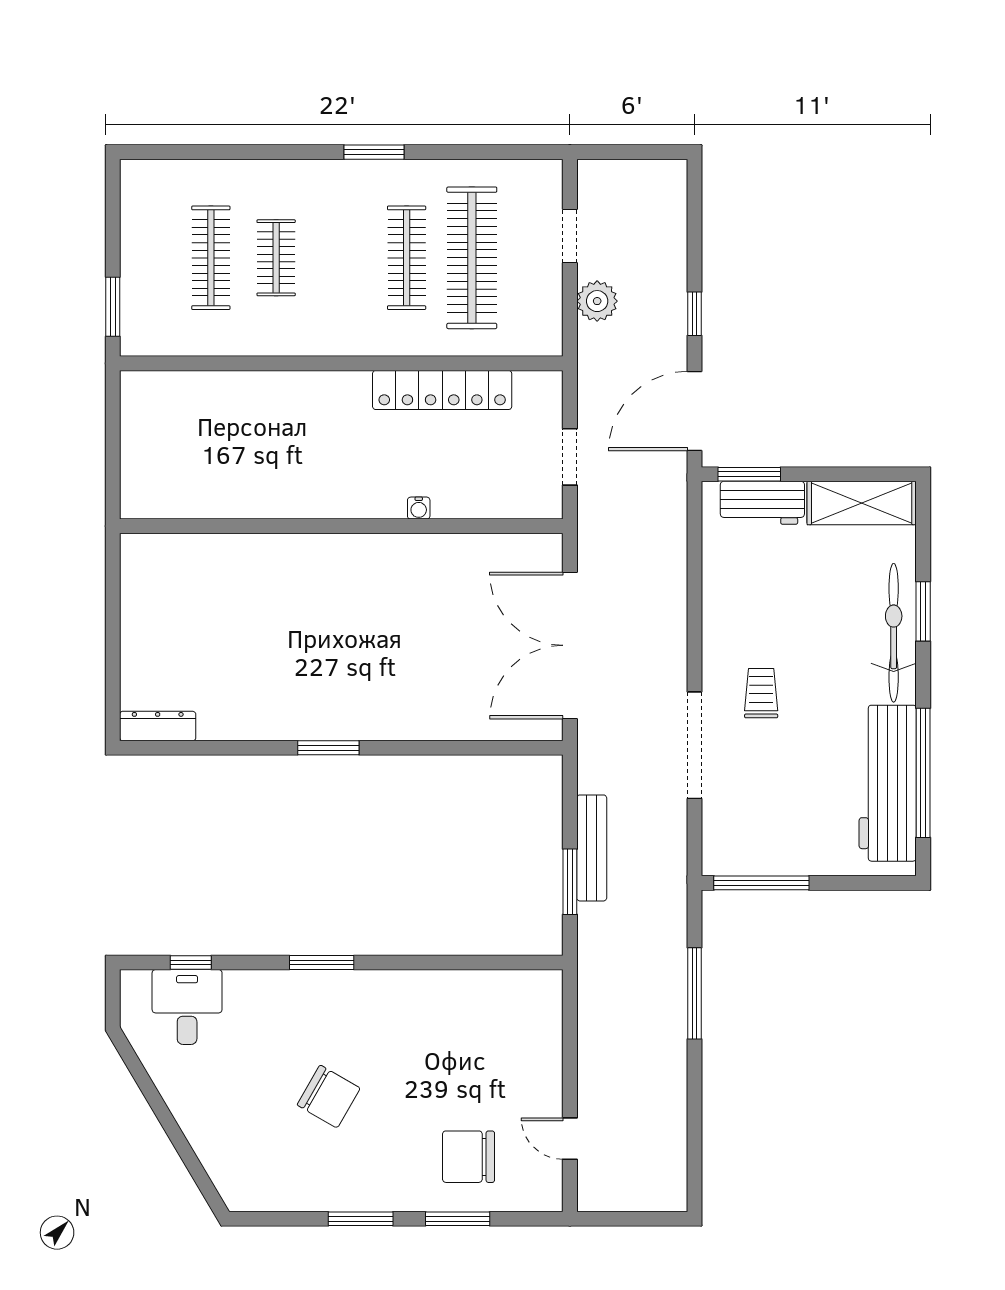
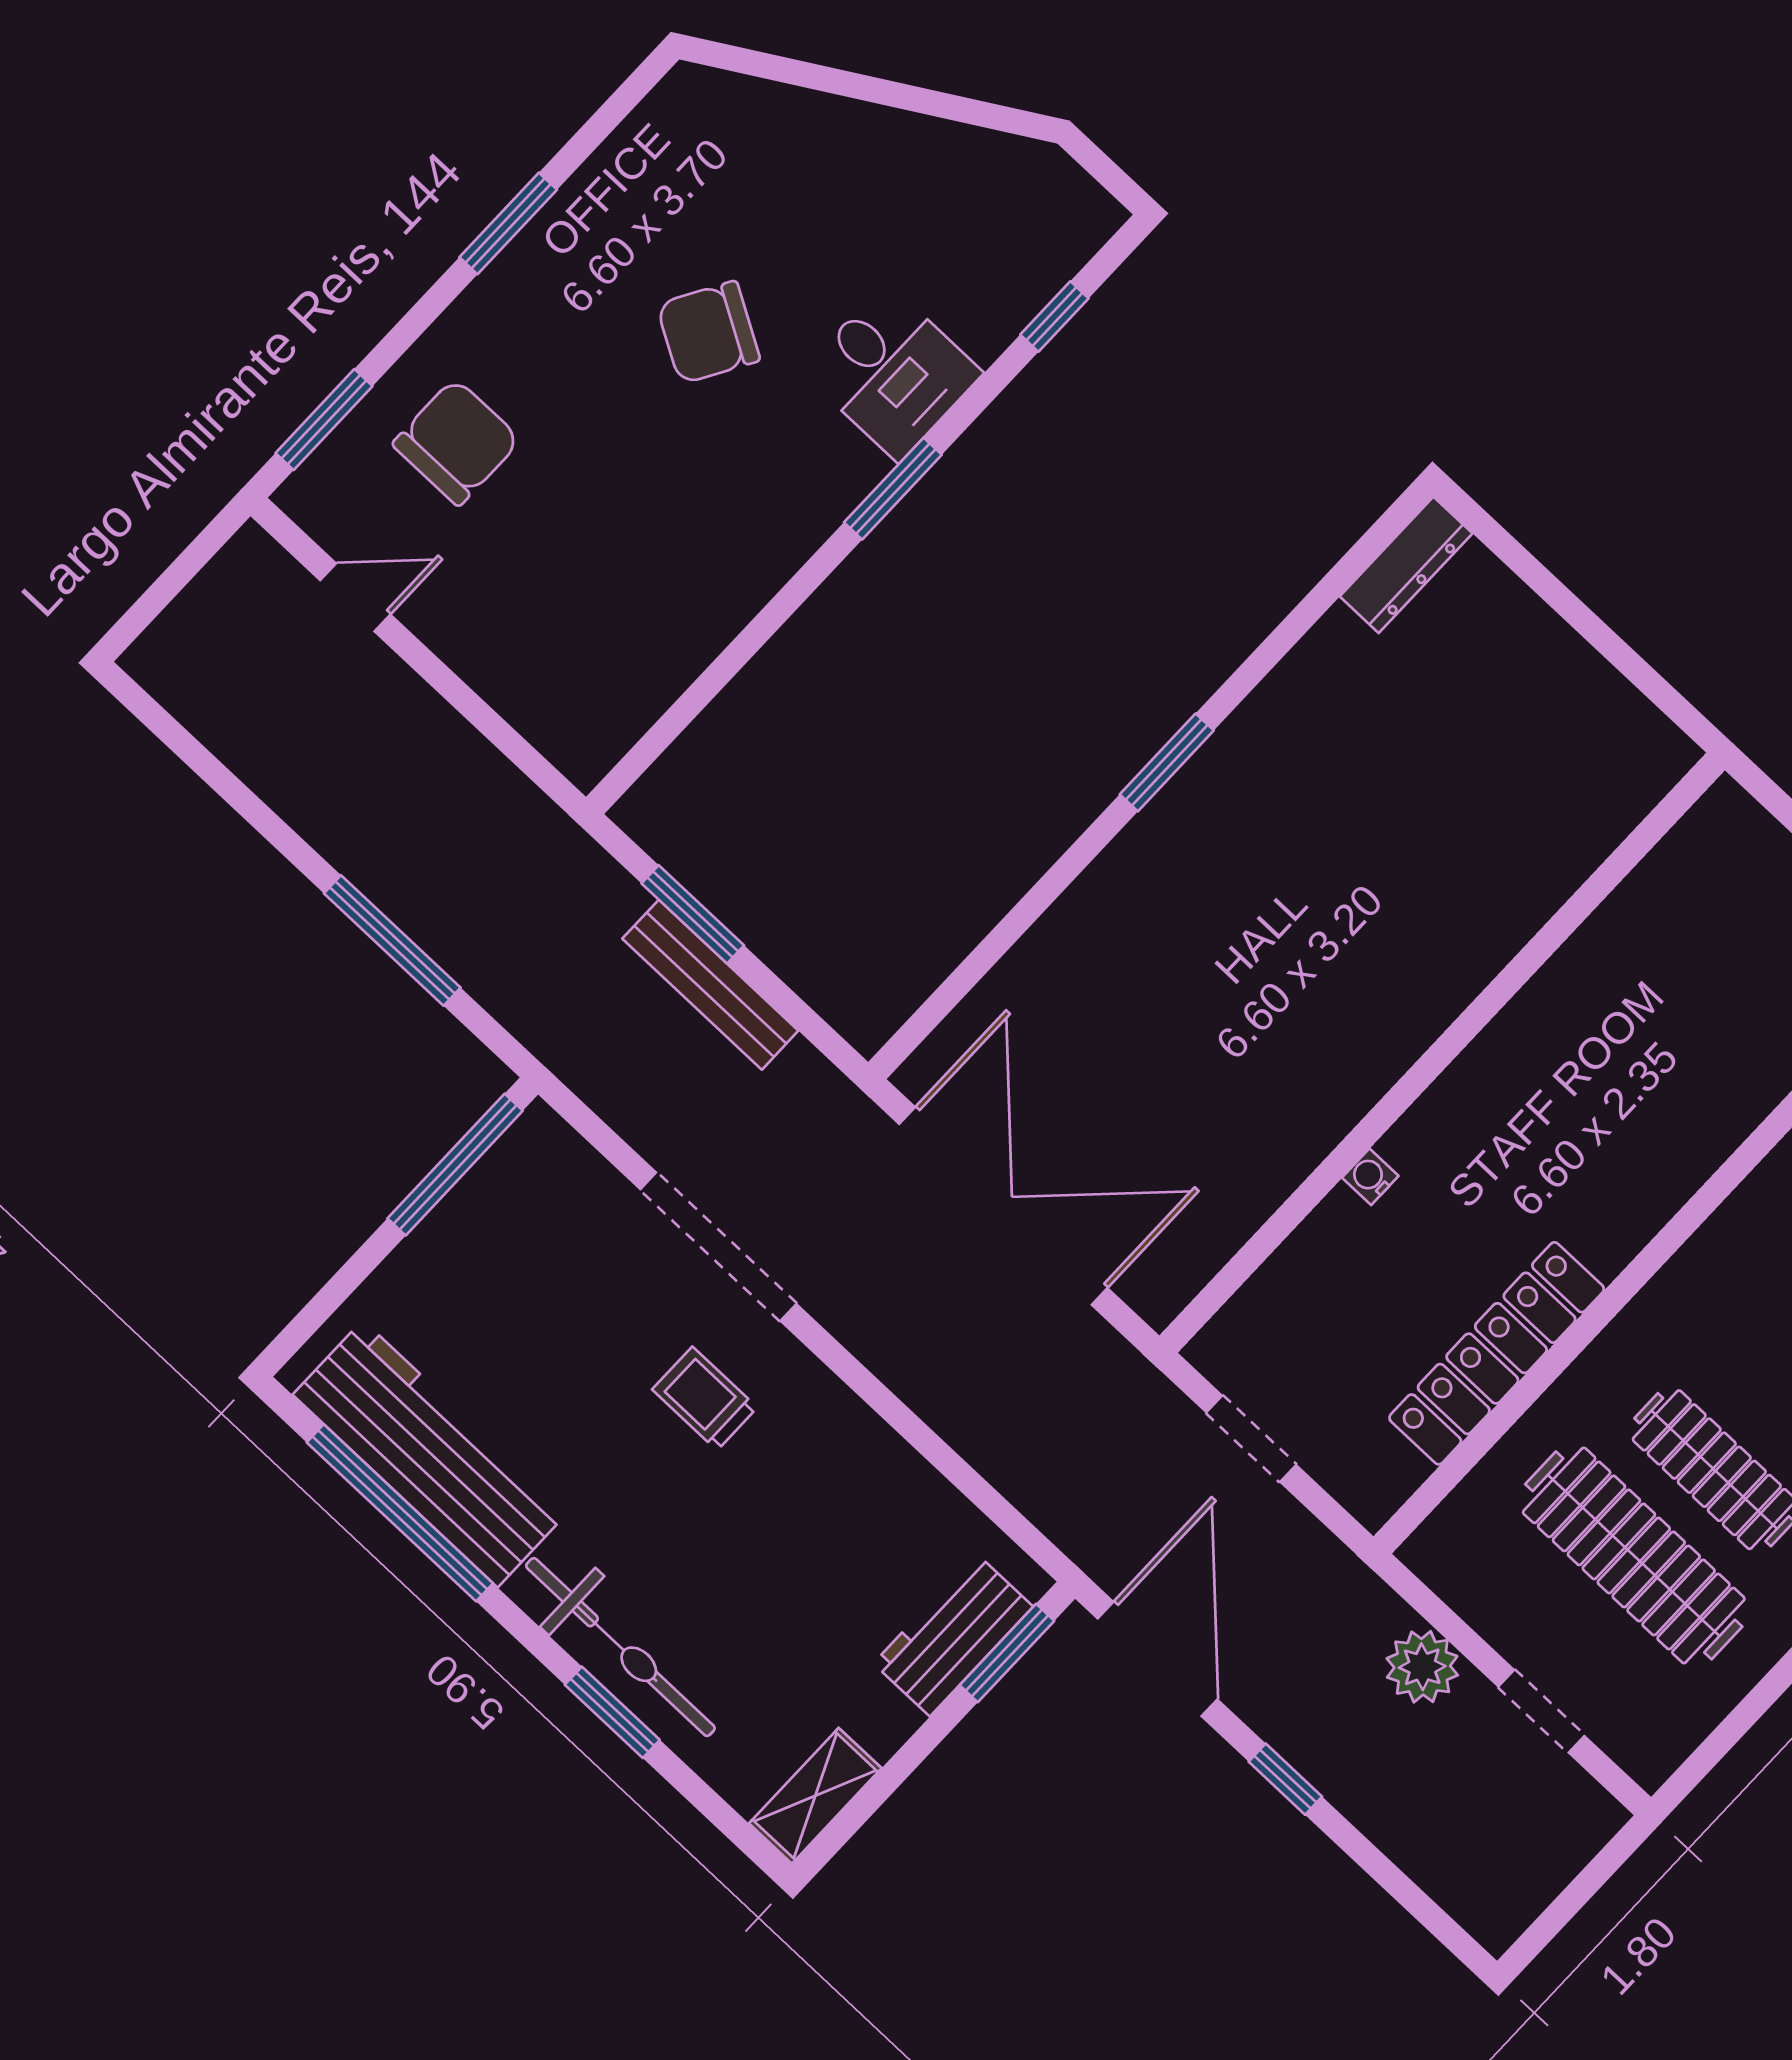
shelving: (862, 503) -> (815, 1796), width x0.67, depth x0.75
trolley: (761, 693) -> (705, 1398), turned 180
desk: (187, 1007) -> (892, 372), moved
window: (458, 1219) -> (324, 420), moved

